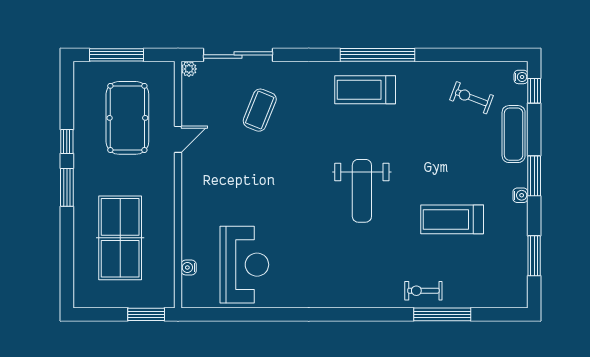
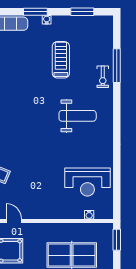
weight bench: (362, 191) -> (78, 116), moved
treadmill: (452, 219) -> (61, 60), turned 180
reception desk: (244, 265) -> (87, 182), turned 180

